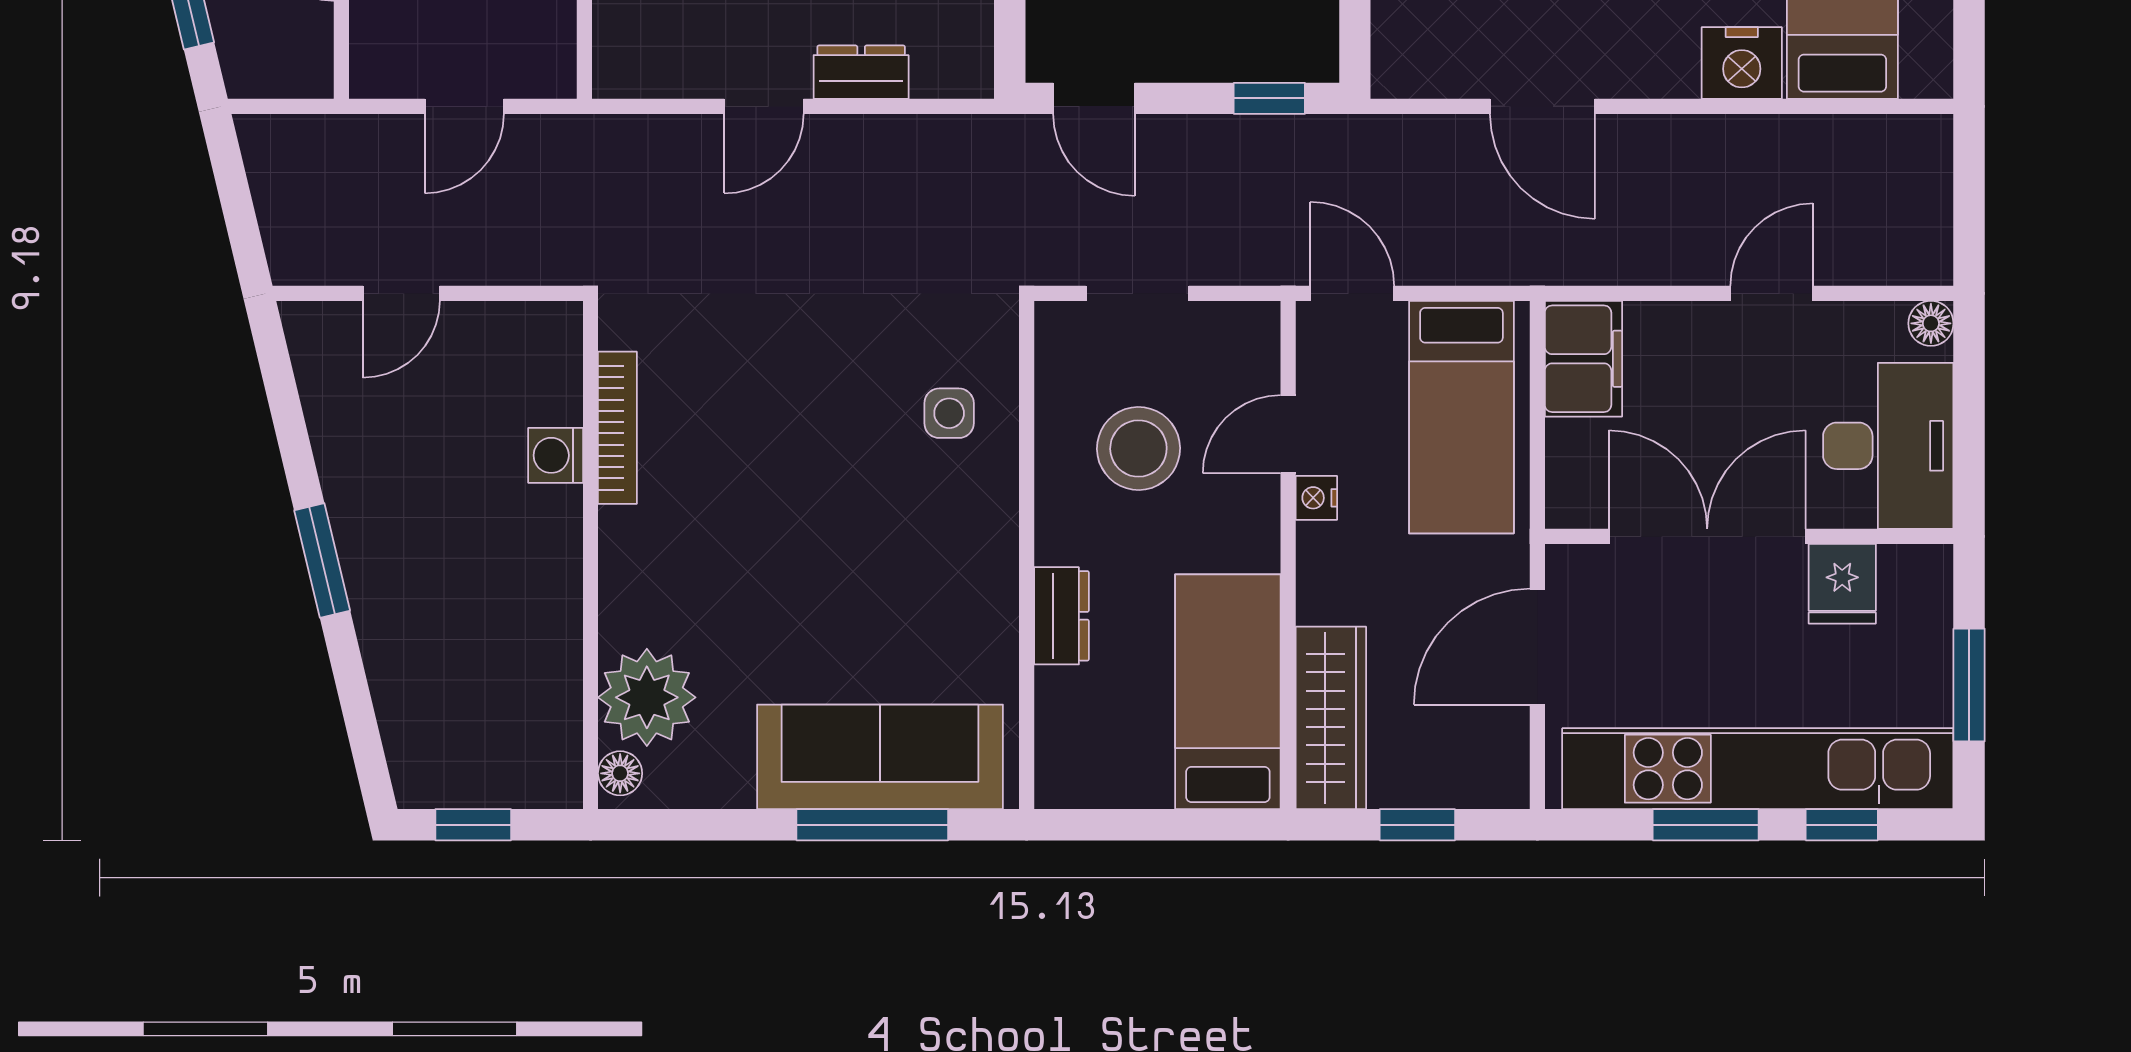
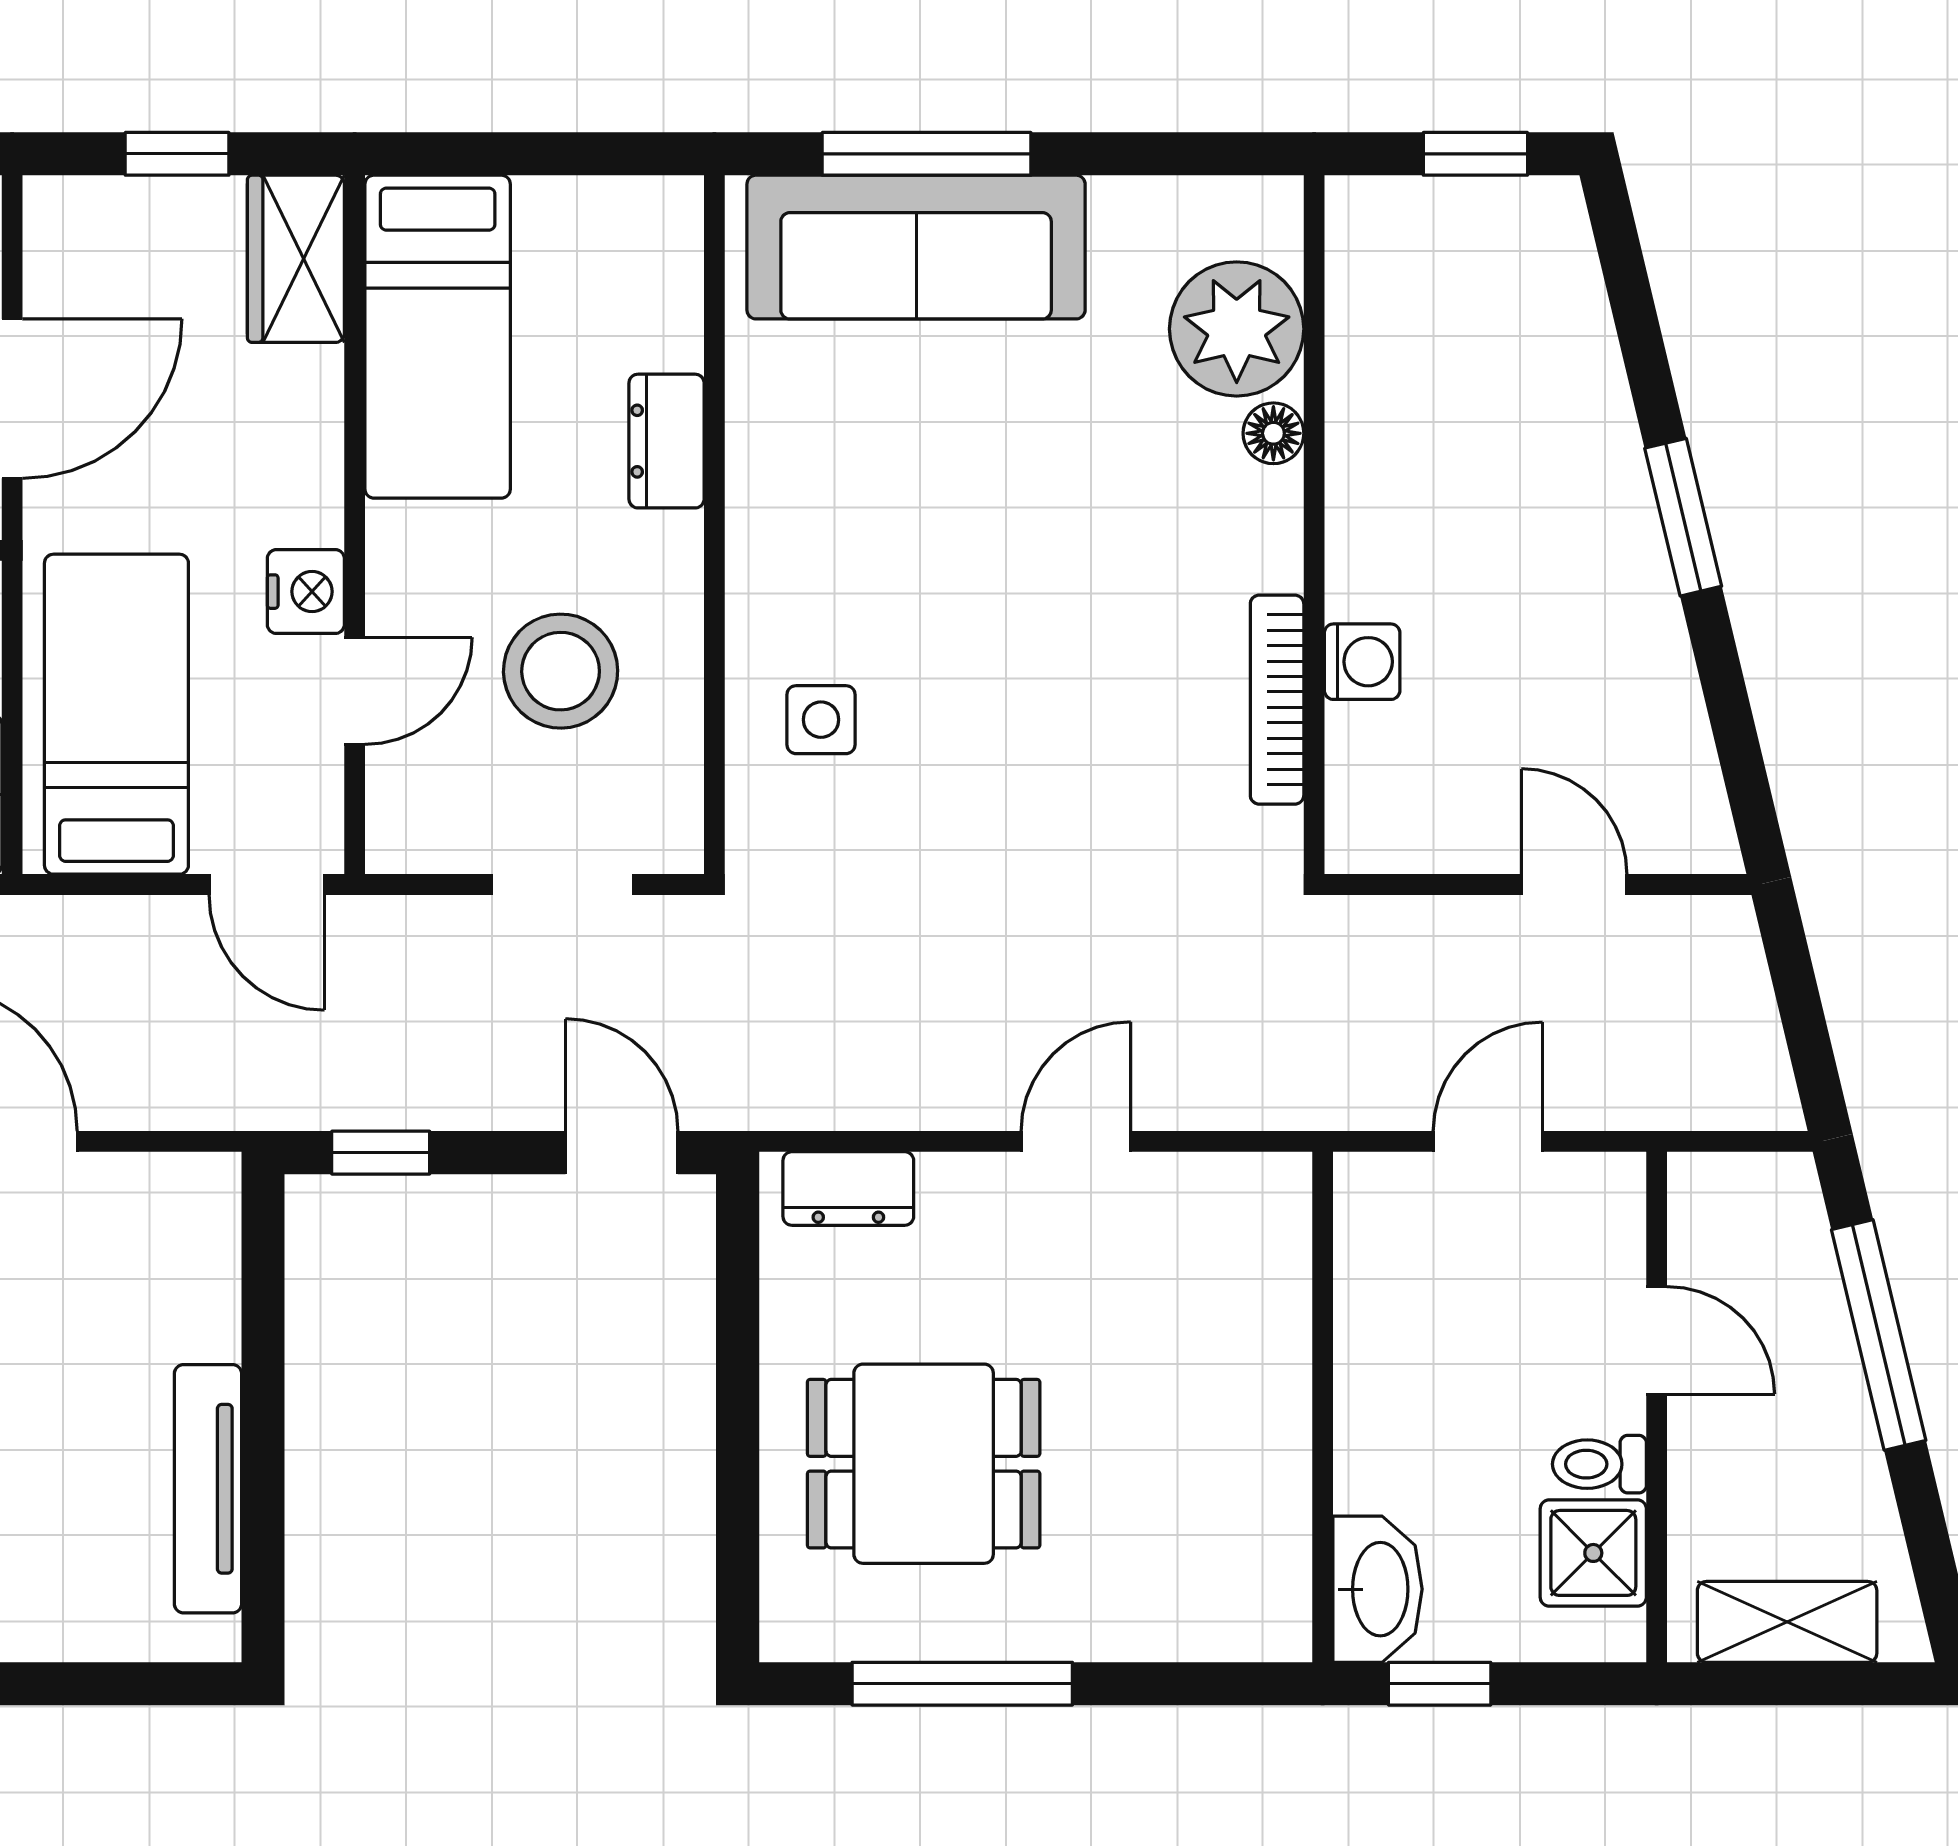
dresser: (861, 72) -> (848, 1189), moved
door: (401, 293) -> (1574, 884), hinge flipped
nightstand: (1316, 498) -> (306, 592), width x1.39, depth x1.35
wardrobe: (1331, 718) -> (296, 259), width x0.67
floor lamp: (620, 773) -> (1273, 433), moved

